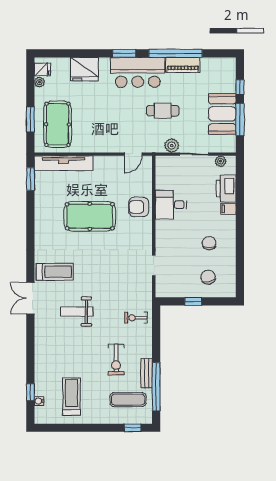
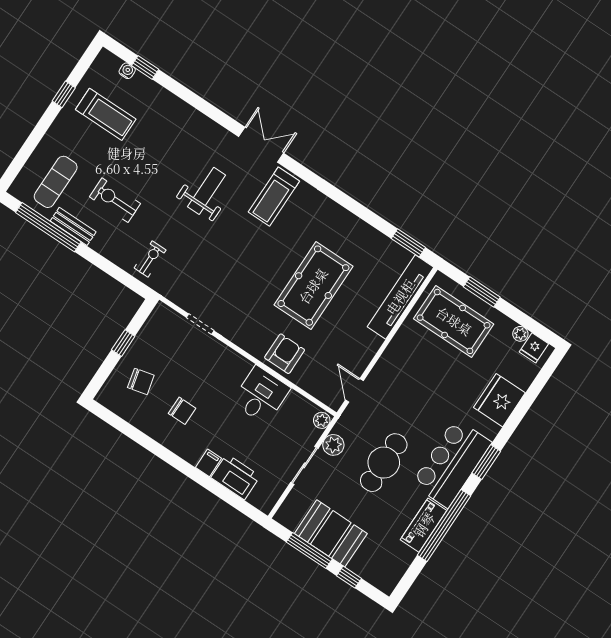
cafe table: (163, 111) -> (384, 463), width x1.37, depth x1.35
plant: (221, 161) -> (322, 420), moved
window: (133, 428) -> (64, 94), moved

